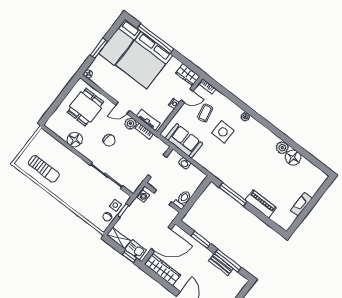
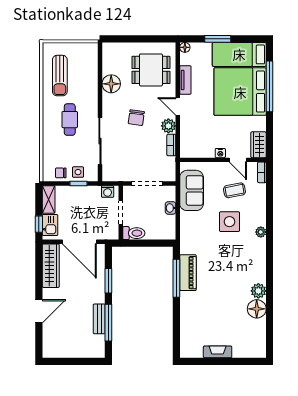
tv unit: (148, 120) -> (185, 80), moved
cafe table: (77, 184) -> (70, 120), added
piano: (261, 204) -> (188, 273), moved

